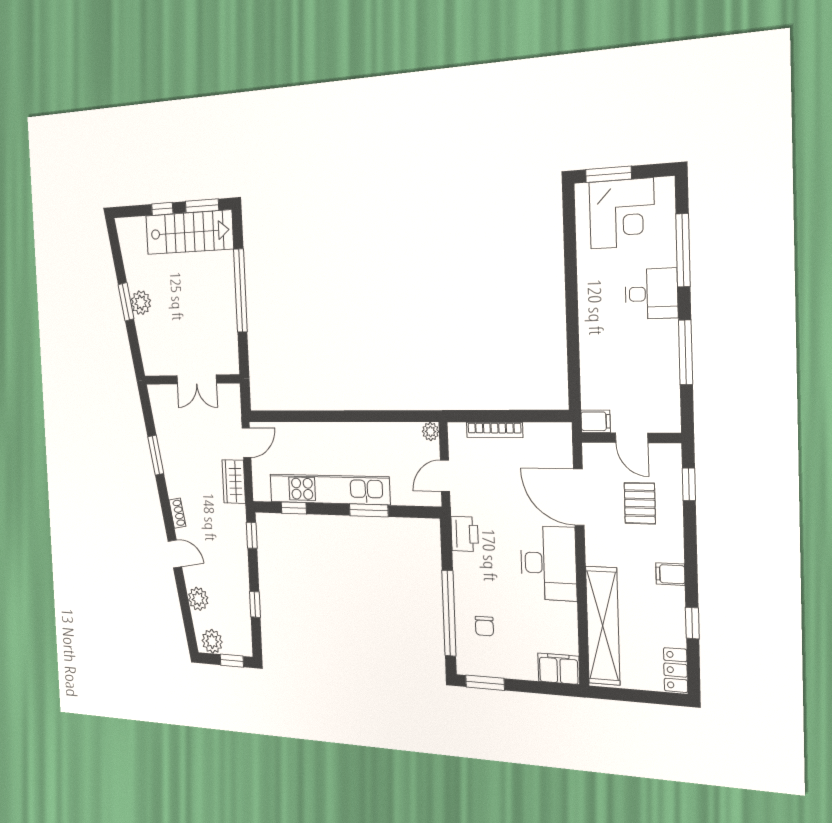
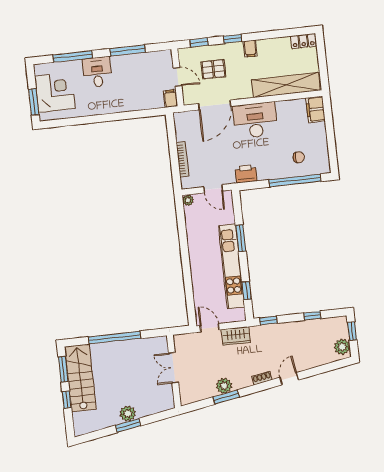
double door: (196, 379) -> (174, 368), swing flipped
door: (632, 438) -> (177, 77), hinge flipped
plant: (198, 599) -> (224, 386), moved
window: (692, 623) -> (233, 39), moved
window: (485, 683) -> (332, 154), removed

